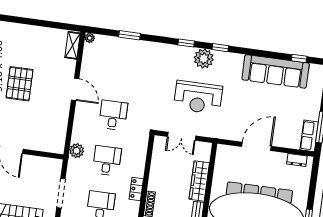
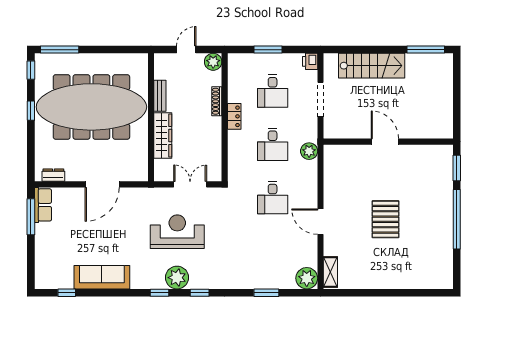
plant: (90, 38) -> (307, 278), width x1.88, depth x1.88
sofa: (276, 71) -> (102, 277), width x0.74, depth x0.79

